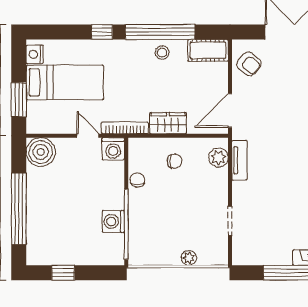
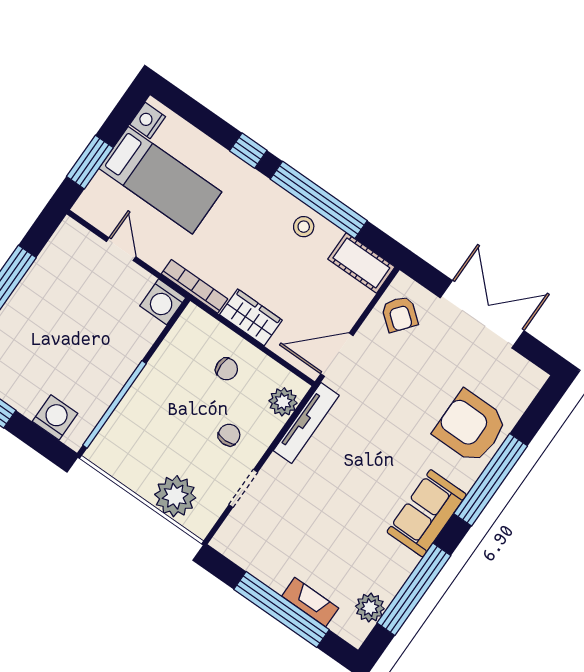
door: (88, 136) -> (121, 249), moved
boiler: (41, 152) -> (72, 244), removed
tv unit: (240, 160) -> (306, 423), width x1.41
chair: (137, 180) -> (229, 435), moved
washing machine: (113, 221) -> (55, 417), moved, turned 90
plant: (189, 258) -> (175, 496), width x1.87, depth x1.87

